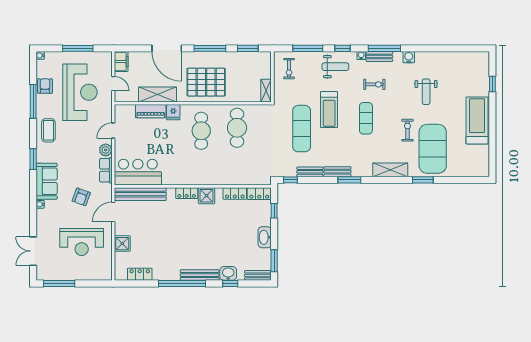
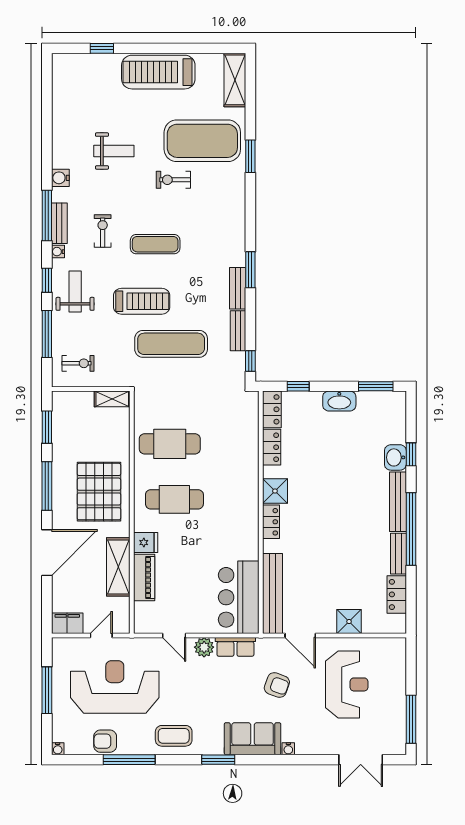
shelving: (390, 170) -> (235, 80), moved
bench: (258, 275) -> (398, 554), moved

